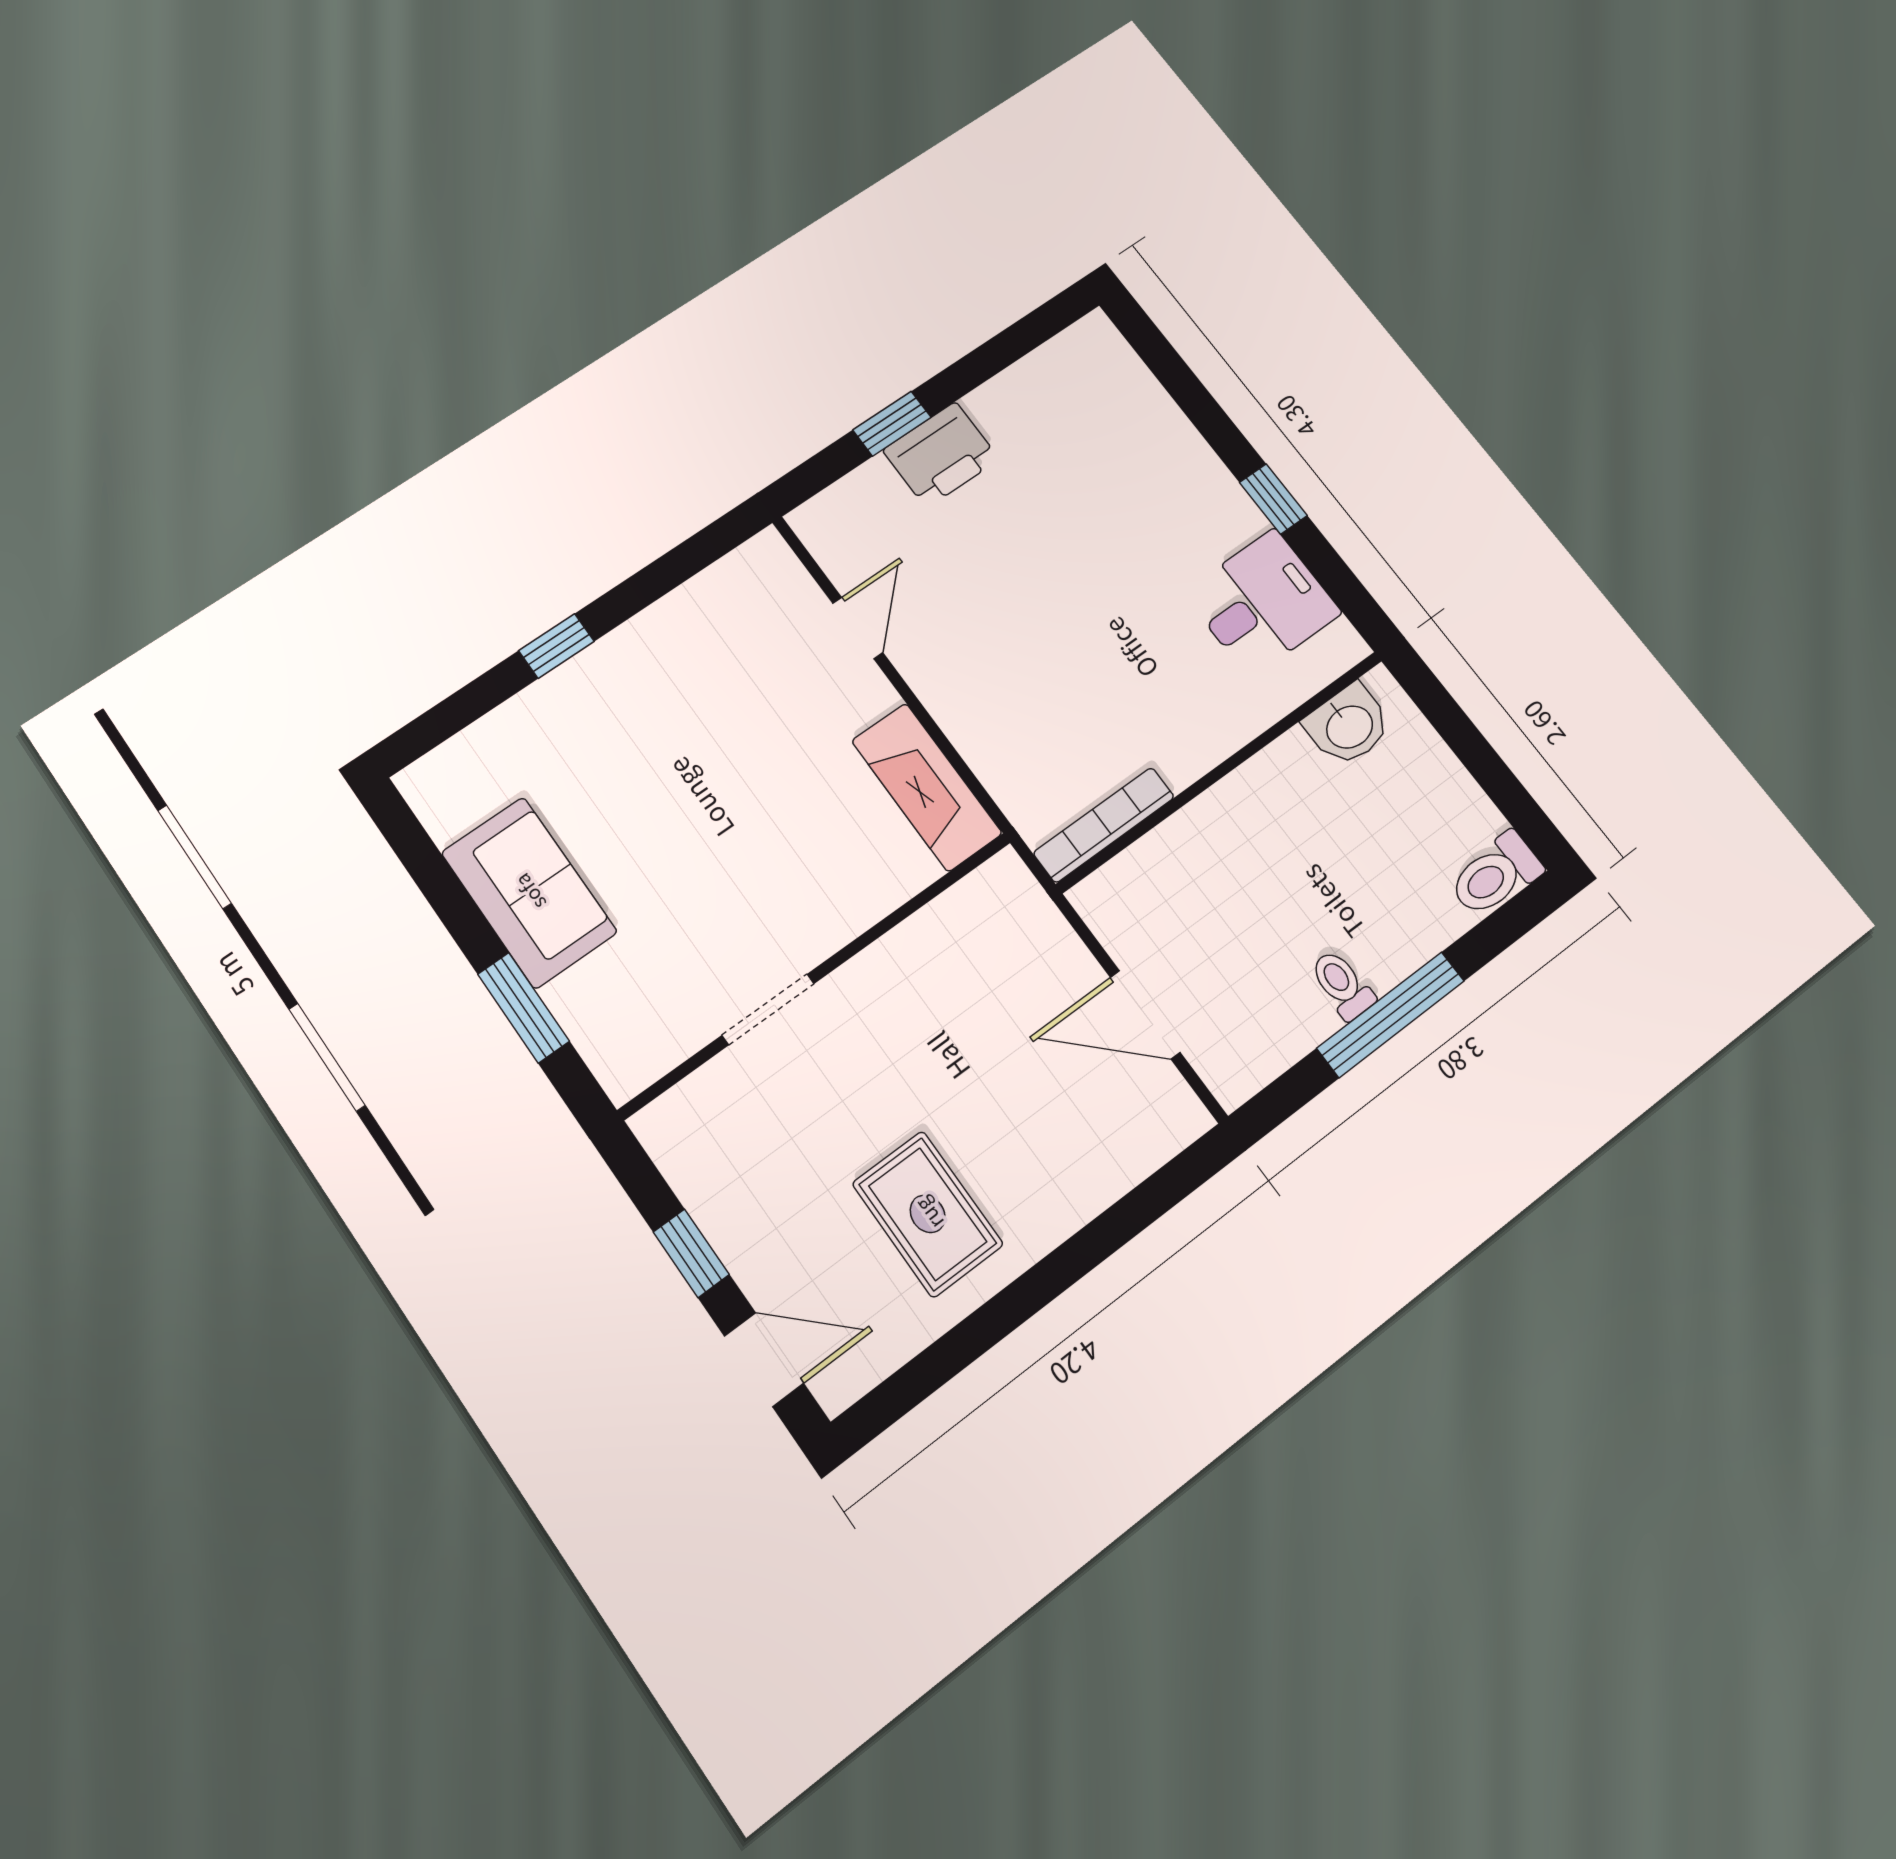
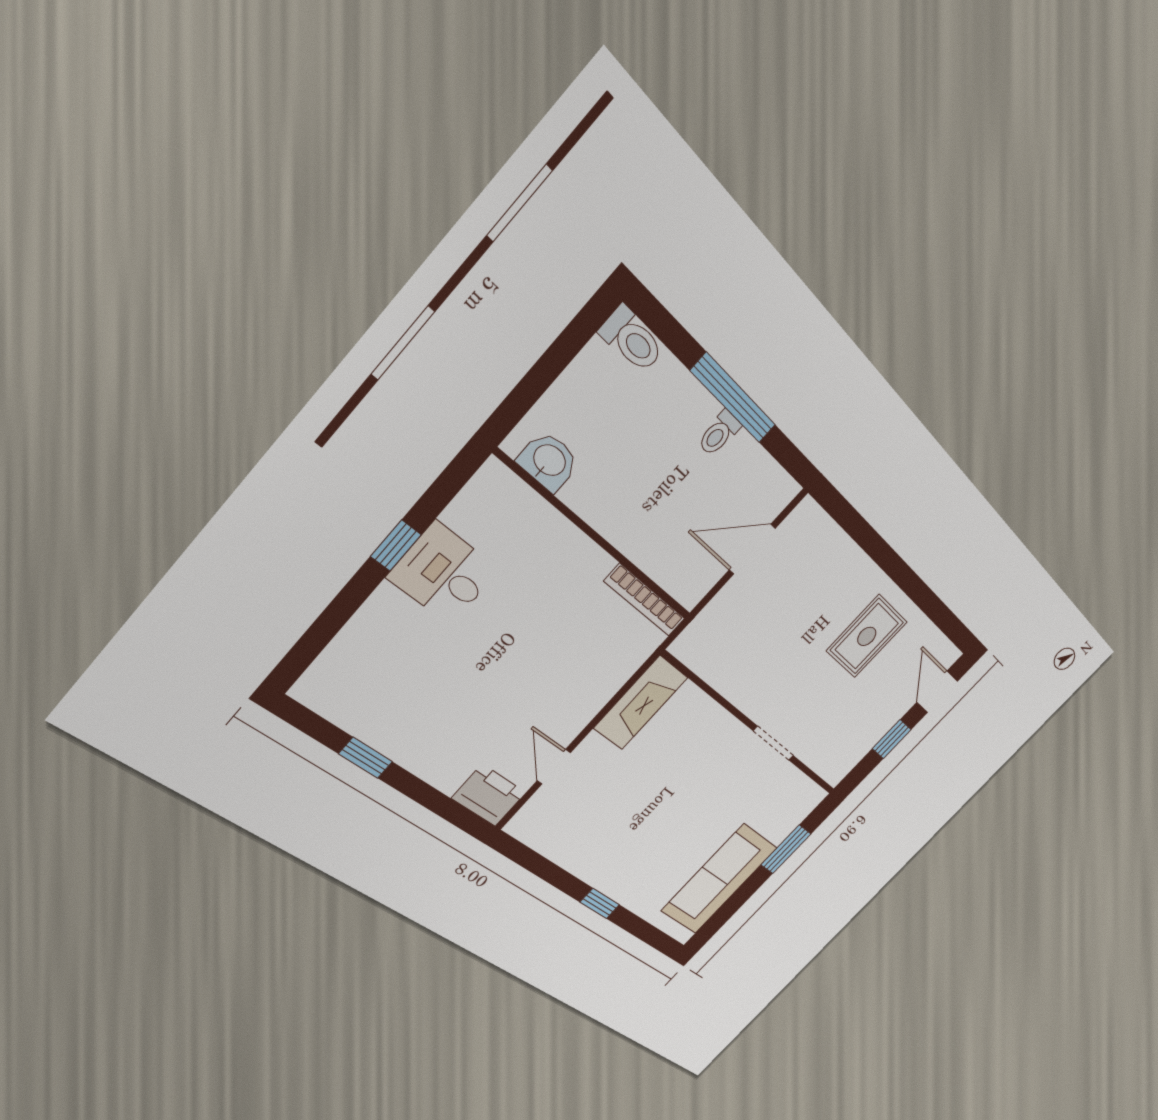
window: (892, 424) -> (365, 758), moved
printer: (941, 455) -> (489, 795), moved
desk: (1262, 603) -> (443, 574), moved
door: (858, 628) -> (554, 767), hinge flipped
sofa: (529, 892) -> (719, 879), width x1.36
door: (1145, 1015) -> (752, 549), swing flipped

